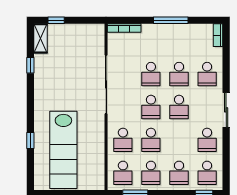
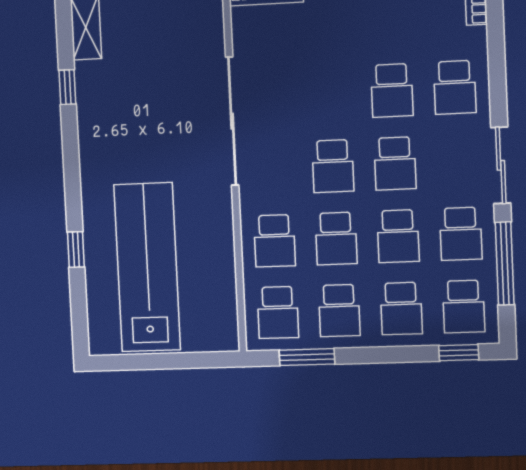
school desk: (151, 74) -> (398, 236), moved
lab bench: (63, 150) -> (147, 267), turned 180
window: (226, 154) -> (505, 264), added

